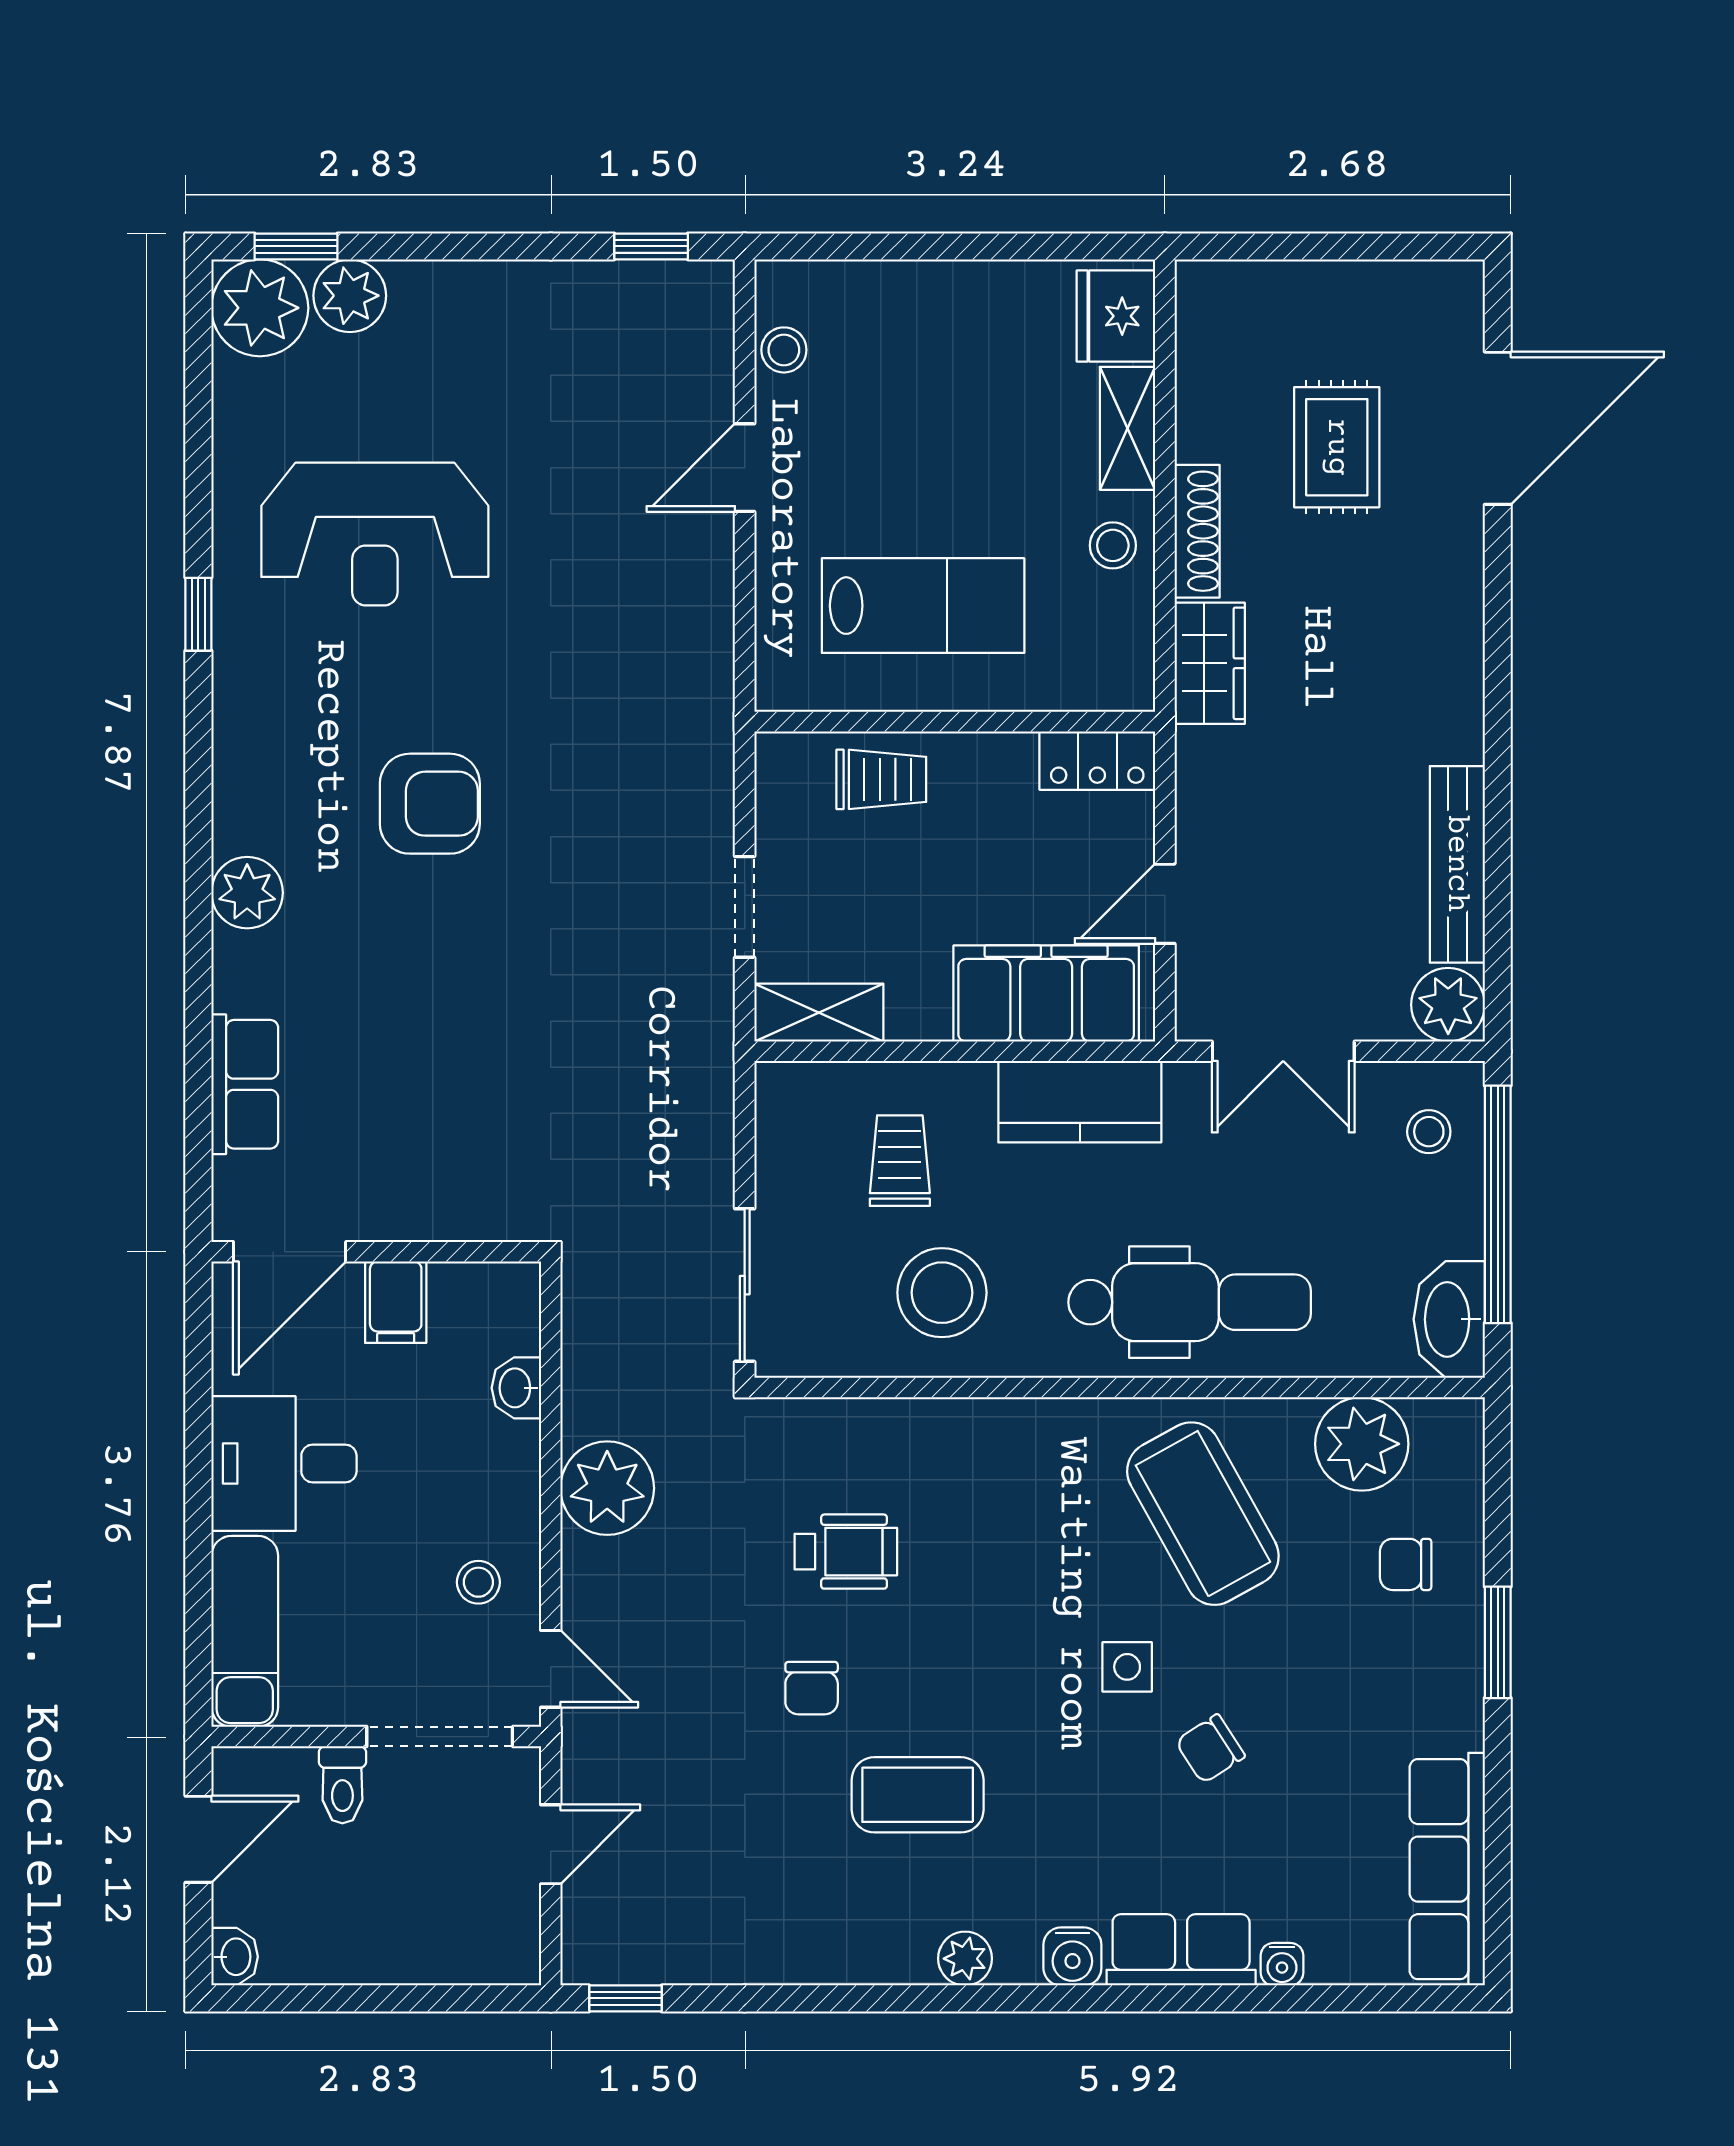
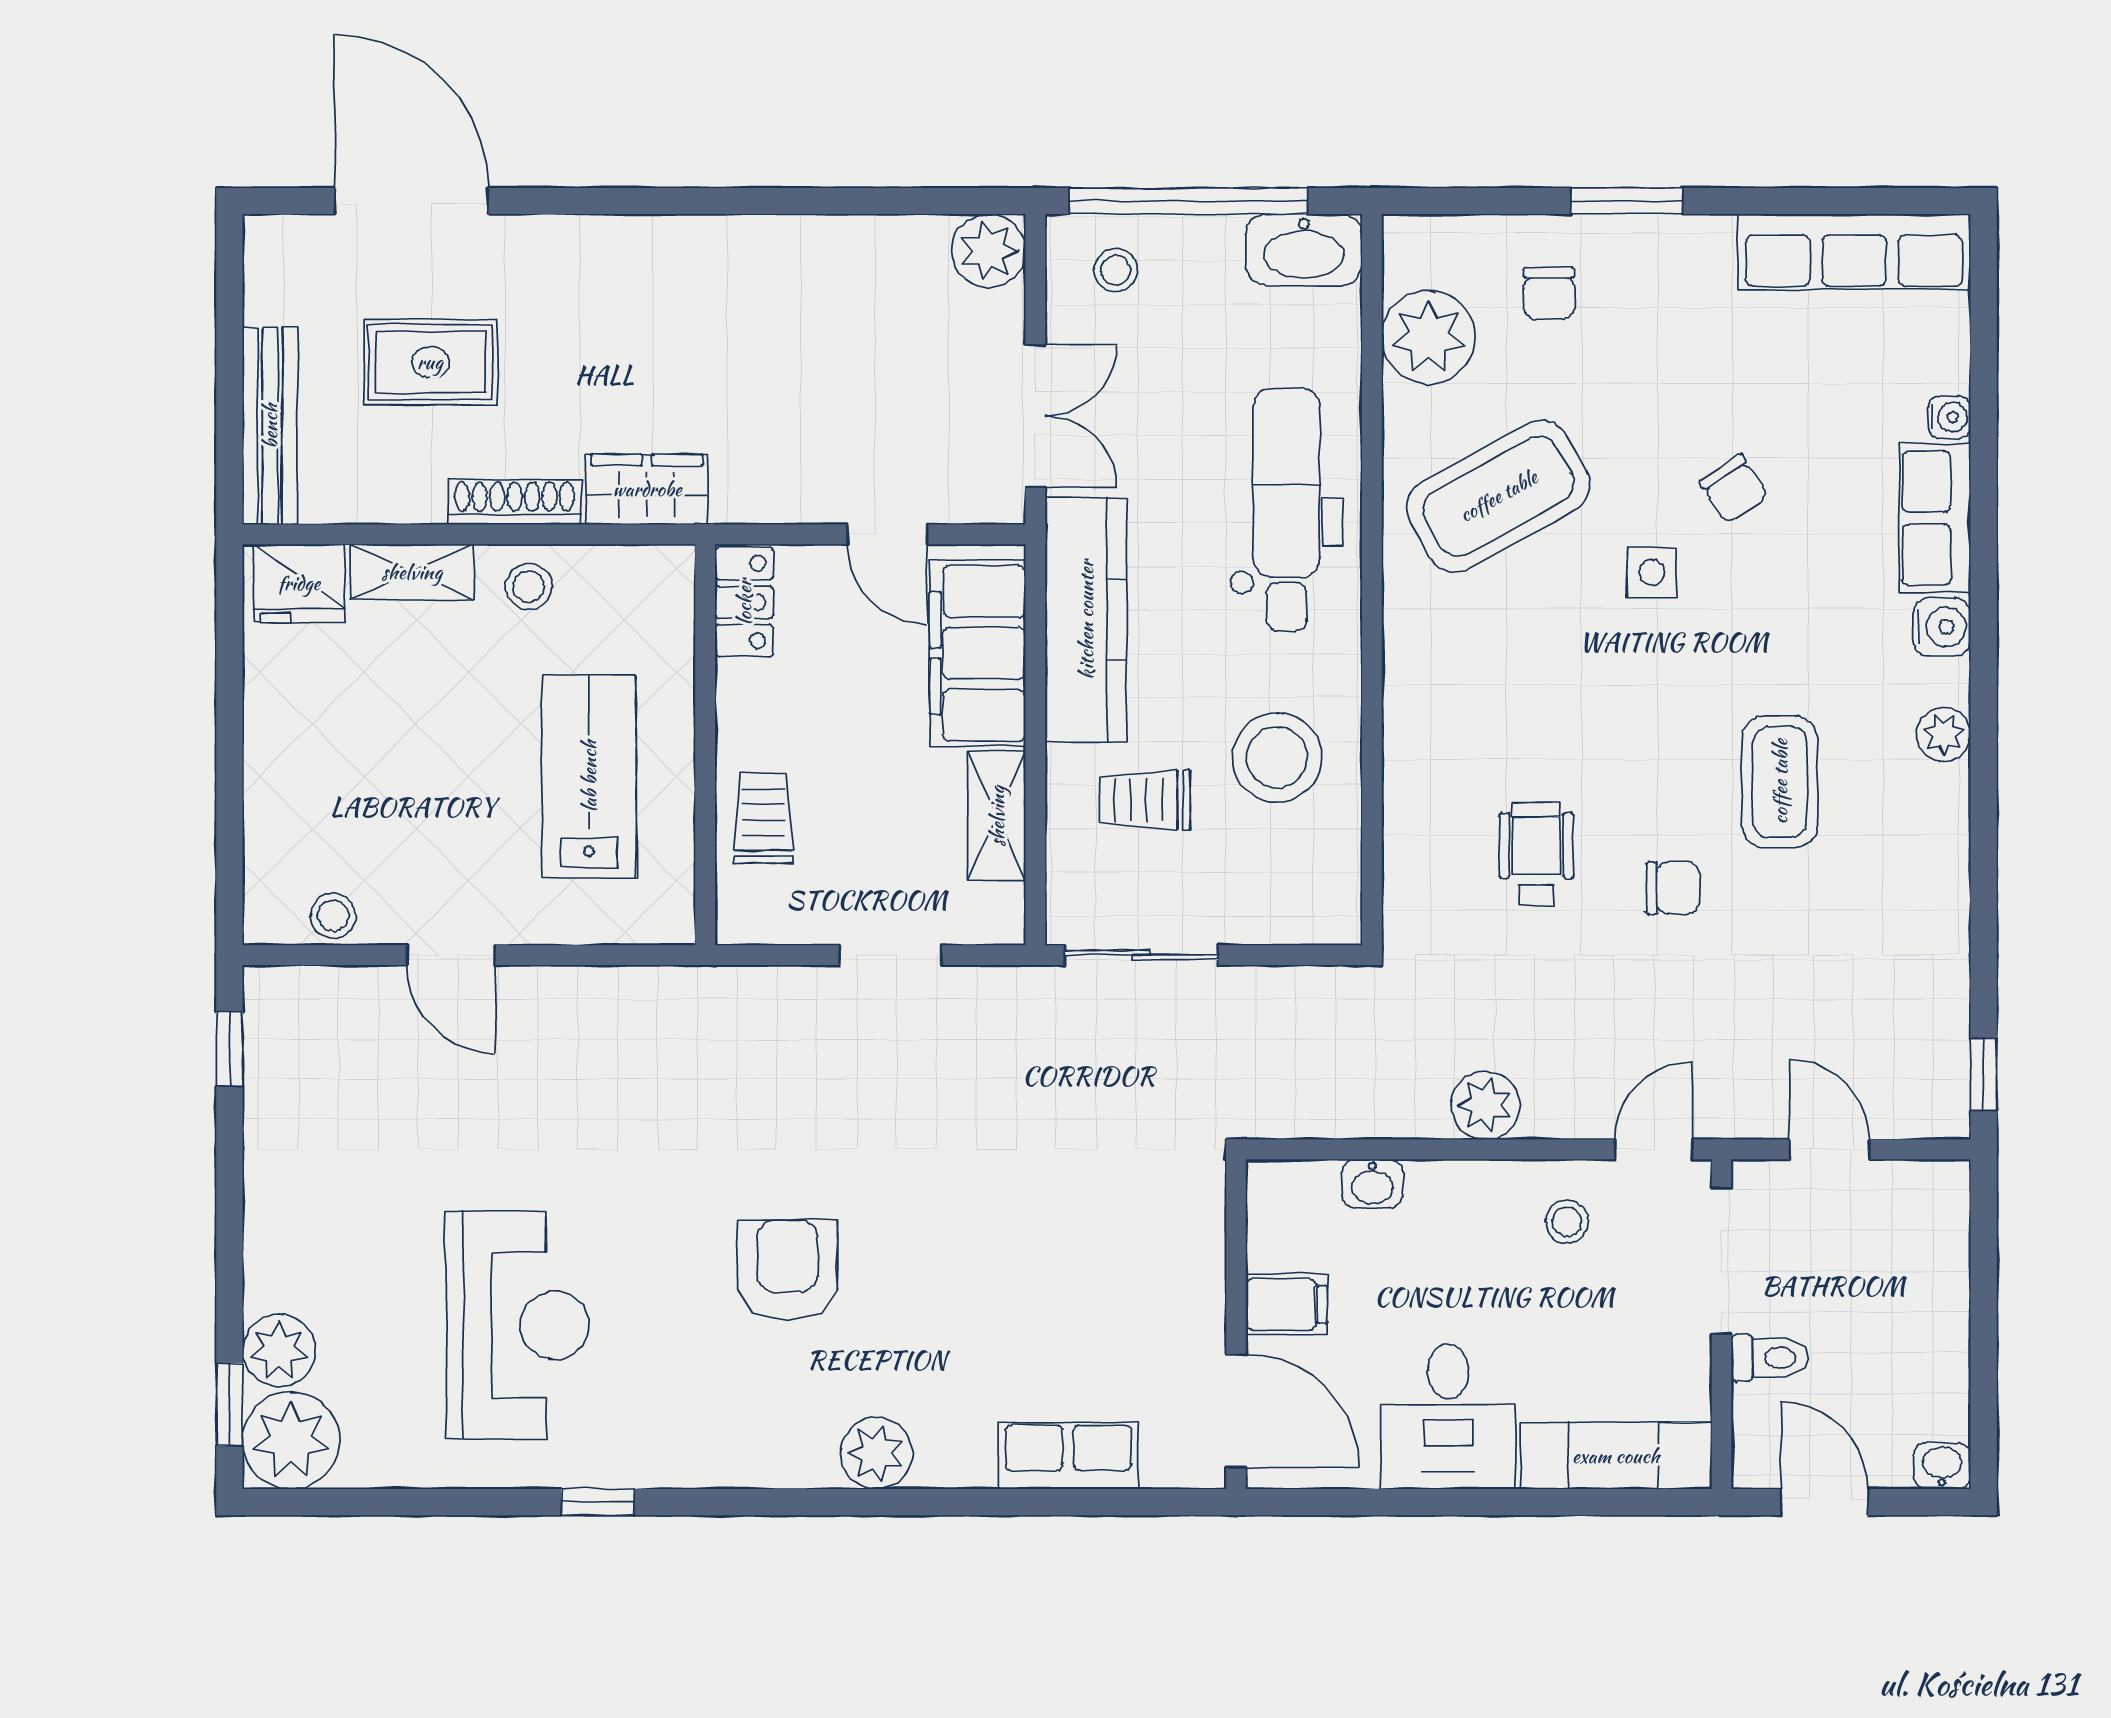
bench: (1457, 864) -> (270, 426), moved, turned 90
shelving: (819, 1013) -> (997, 816), moved
kitchen counter: (1080, 1102) -> (1086, 620), width x1.50
sliding door: (745, 1285) -> (1141, 955), moved
plant: (607, 1488) -> (1485, 1105), width x0.73, depth x0.73

